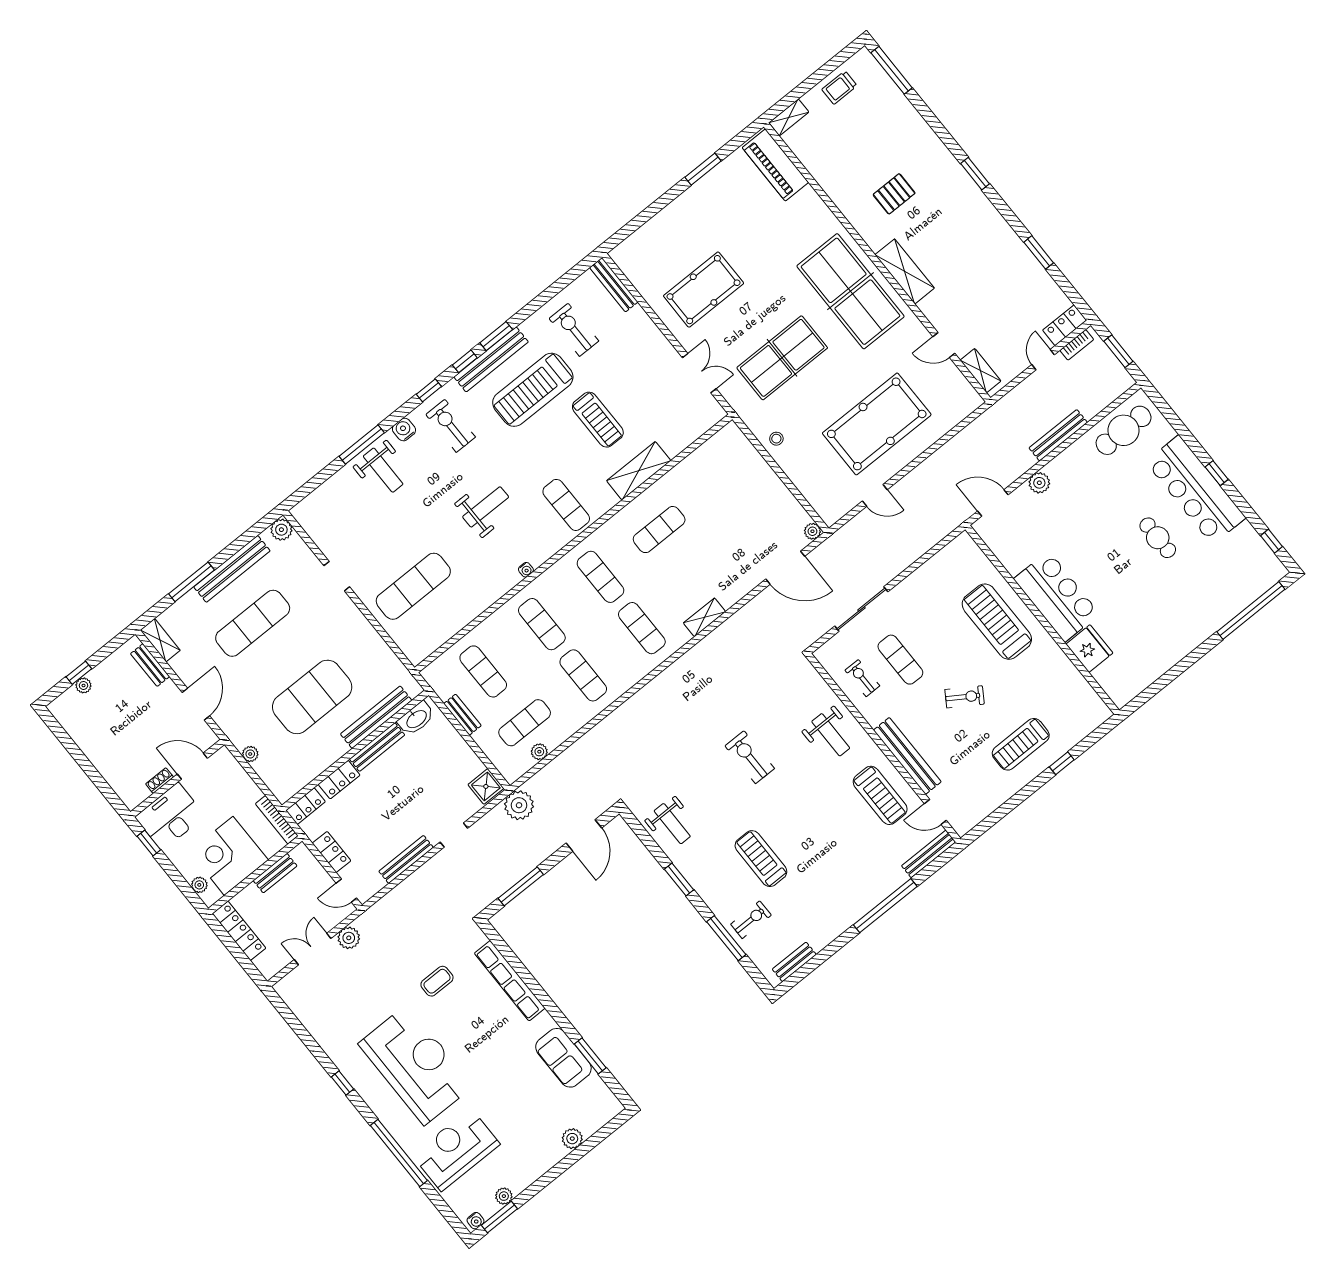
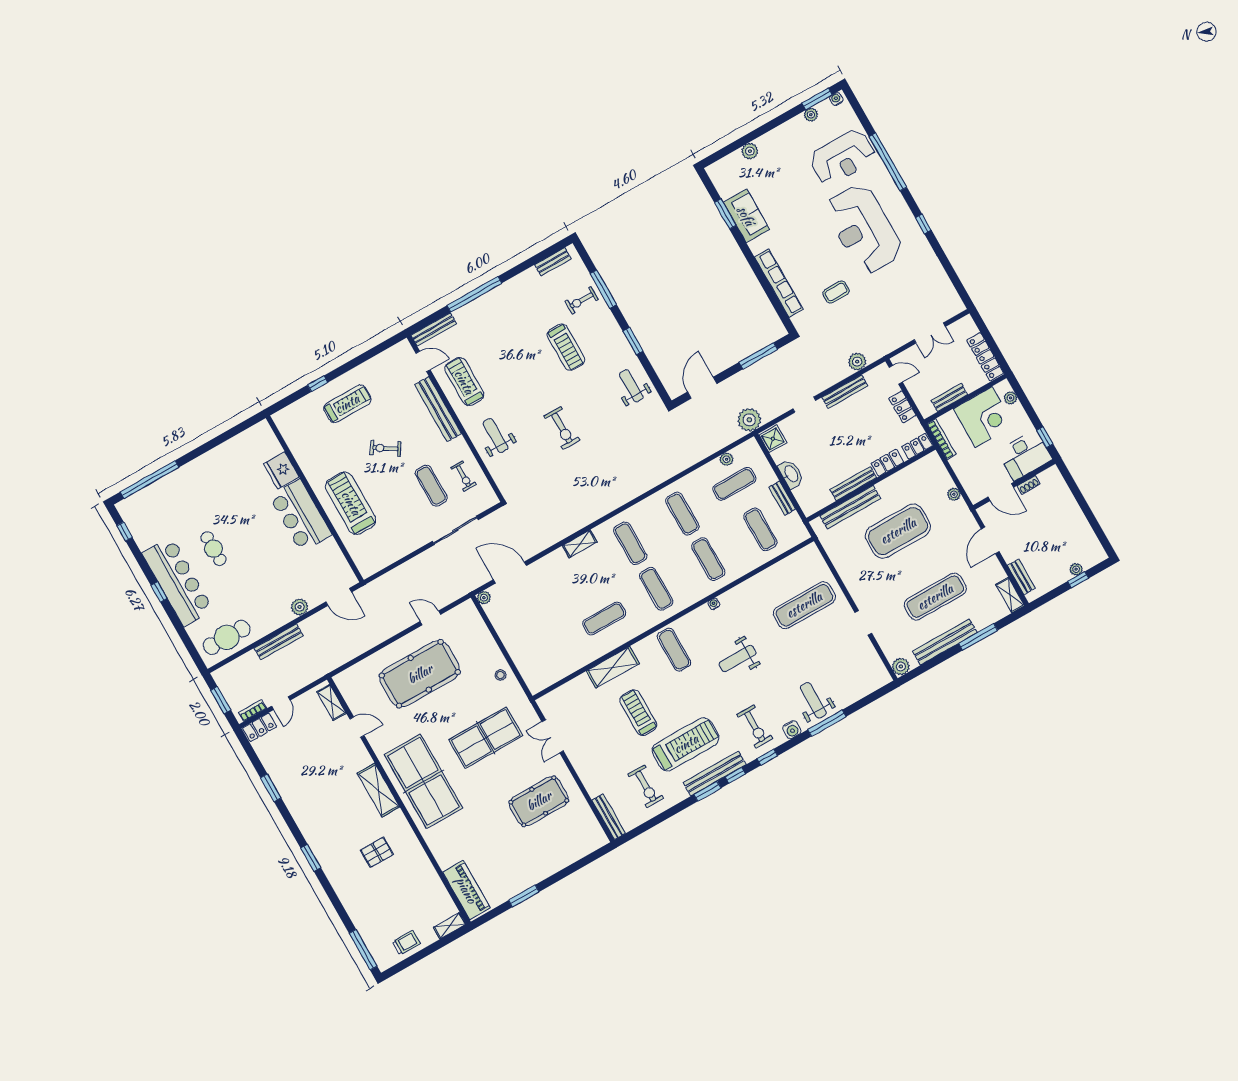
treadmill: (997, 622) -> (351, 503), turned 180
washbasin: (416, 719) -> (791, 474), moved, turned 90
plant: (349, 938) -> (857, 362), moved

